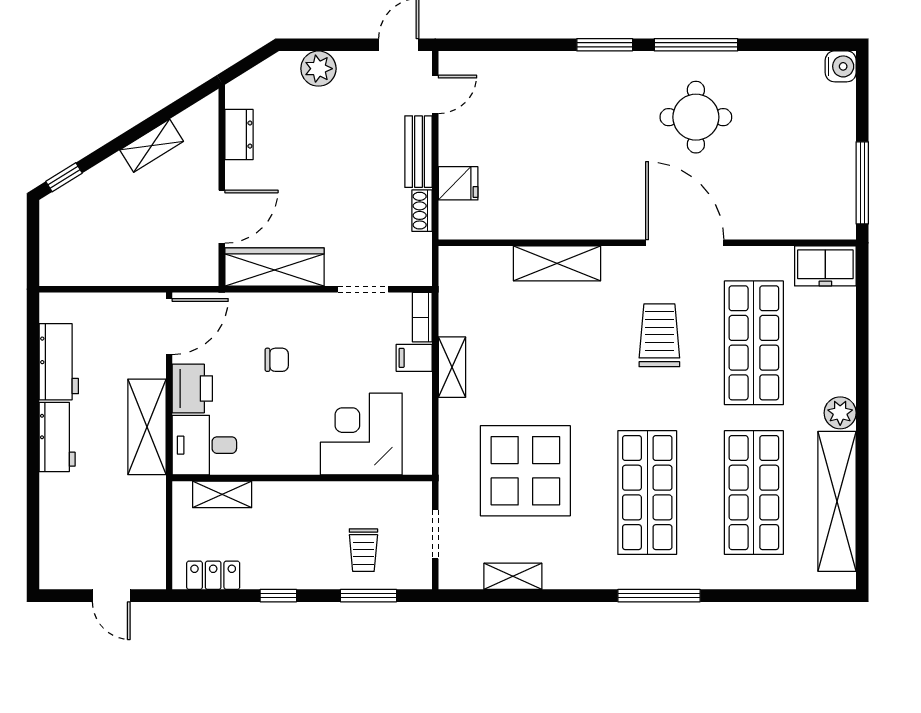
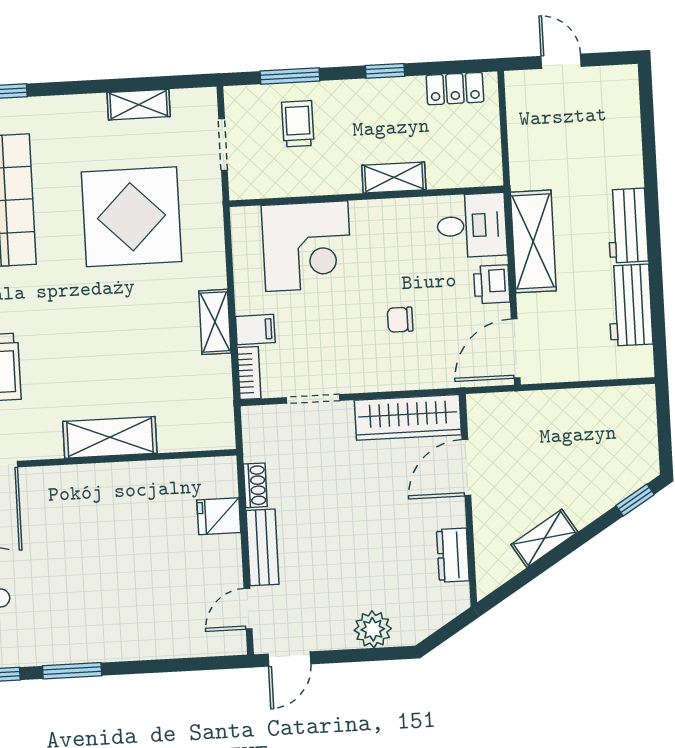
printer: (192, 389) -> (492, 284), width x0.73, depth x0.81
shelving: (222, 494) -> (394, 177), moved

